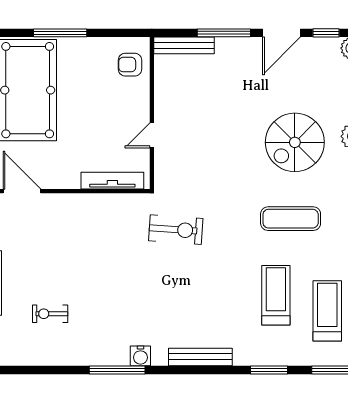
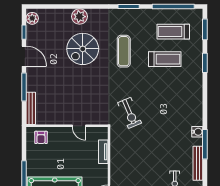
spiral stairs: (295, 142) -> (83, 49), turned 90
tv unit: (112, 181) -> (103, 152), width x0.71
exercise bike: (176, 230) -> (130, 113), turned 153
treadmill: (276, 295) -> (165, 59), turned 180
bench: (200, 357) -> (198, 163), moved

